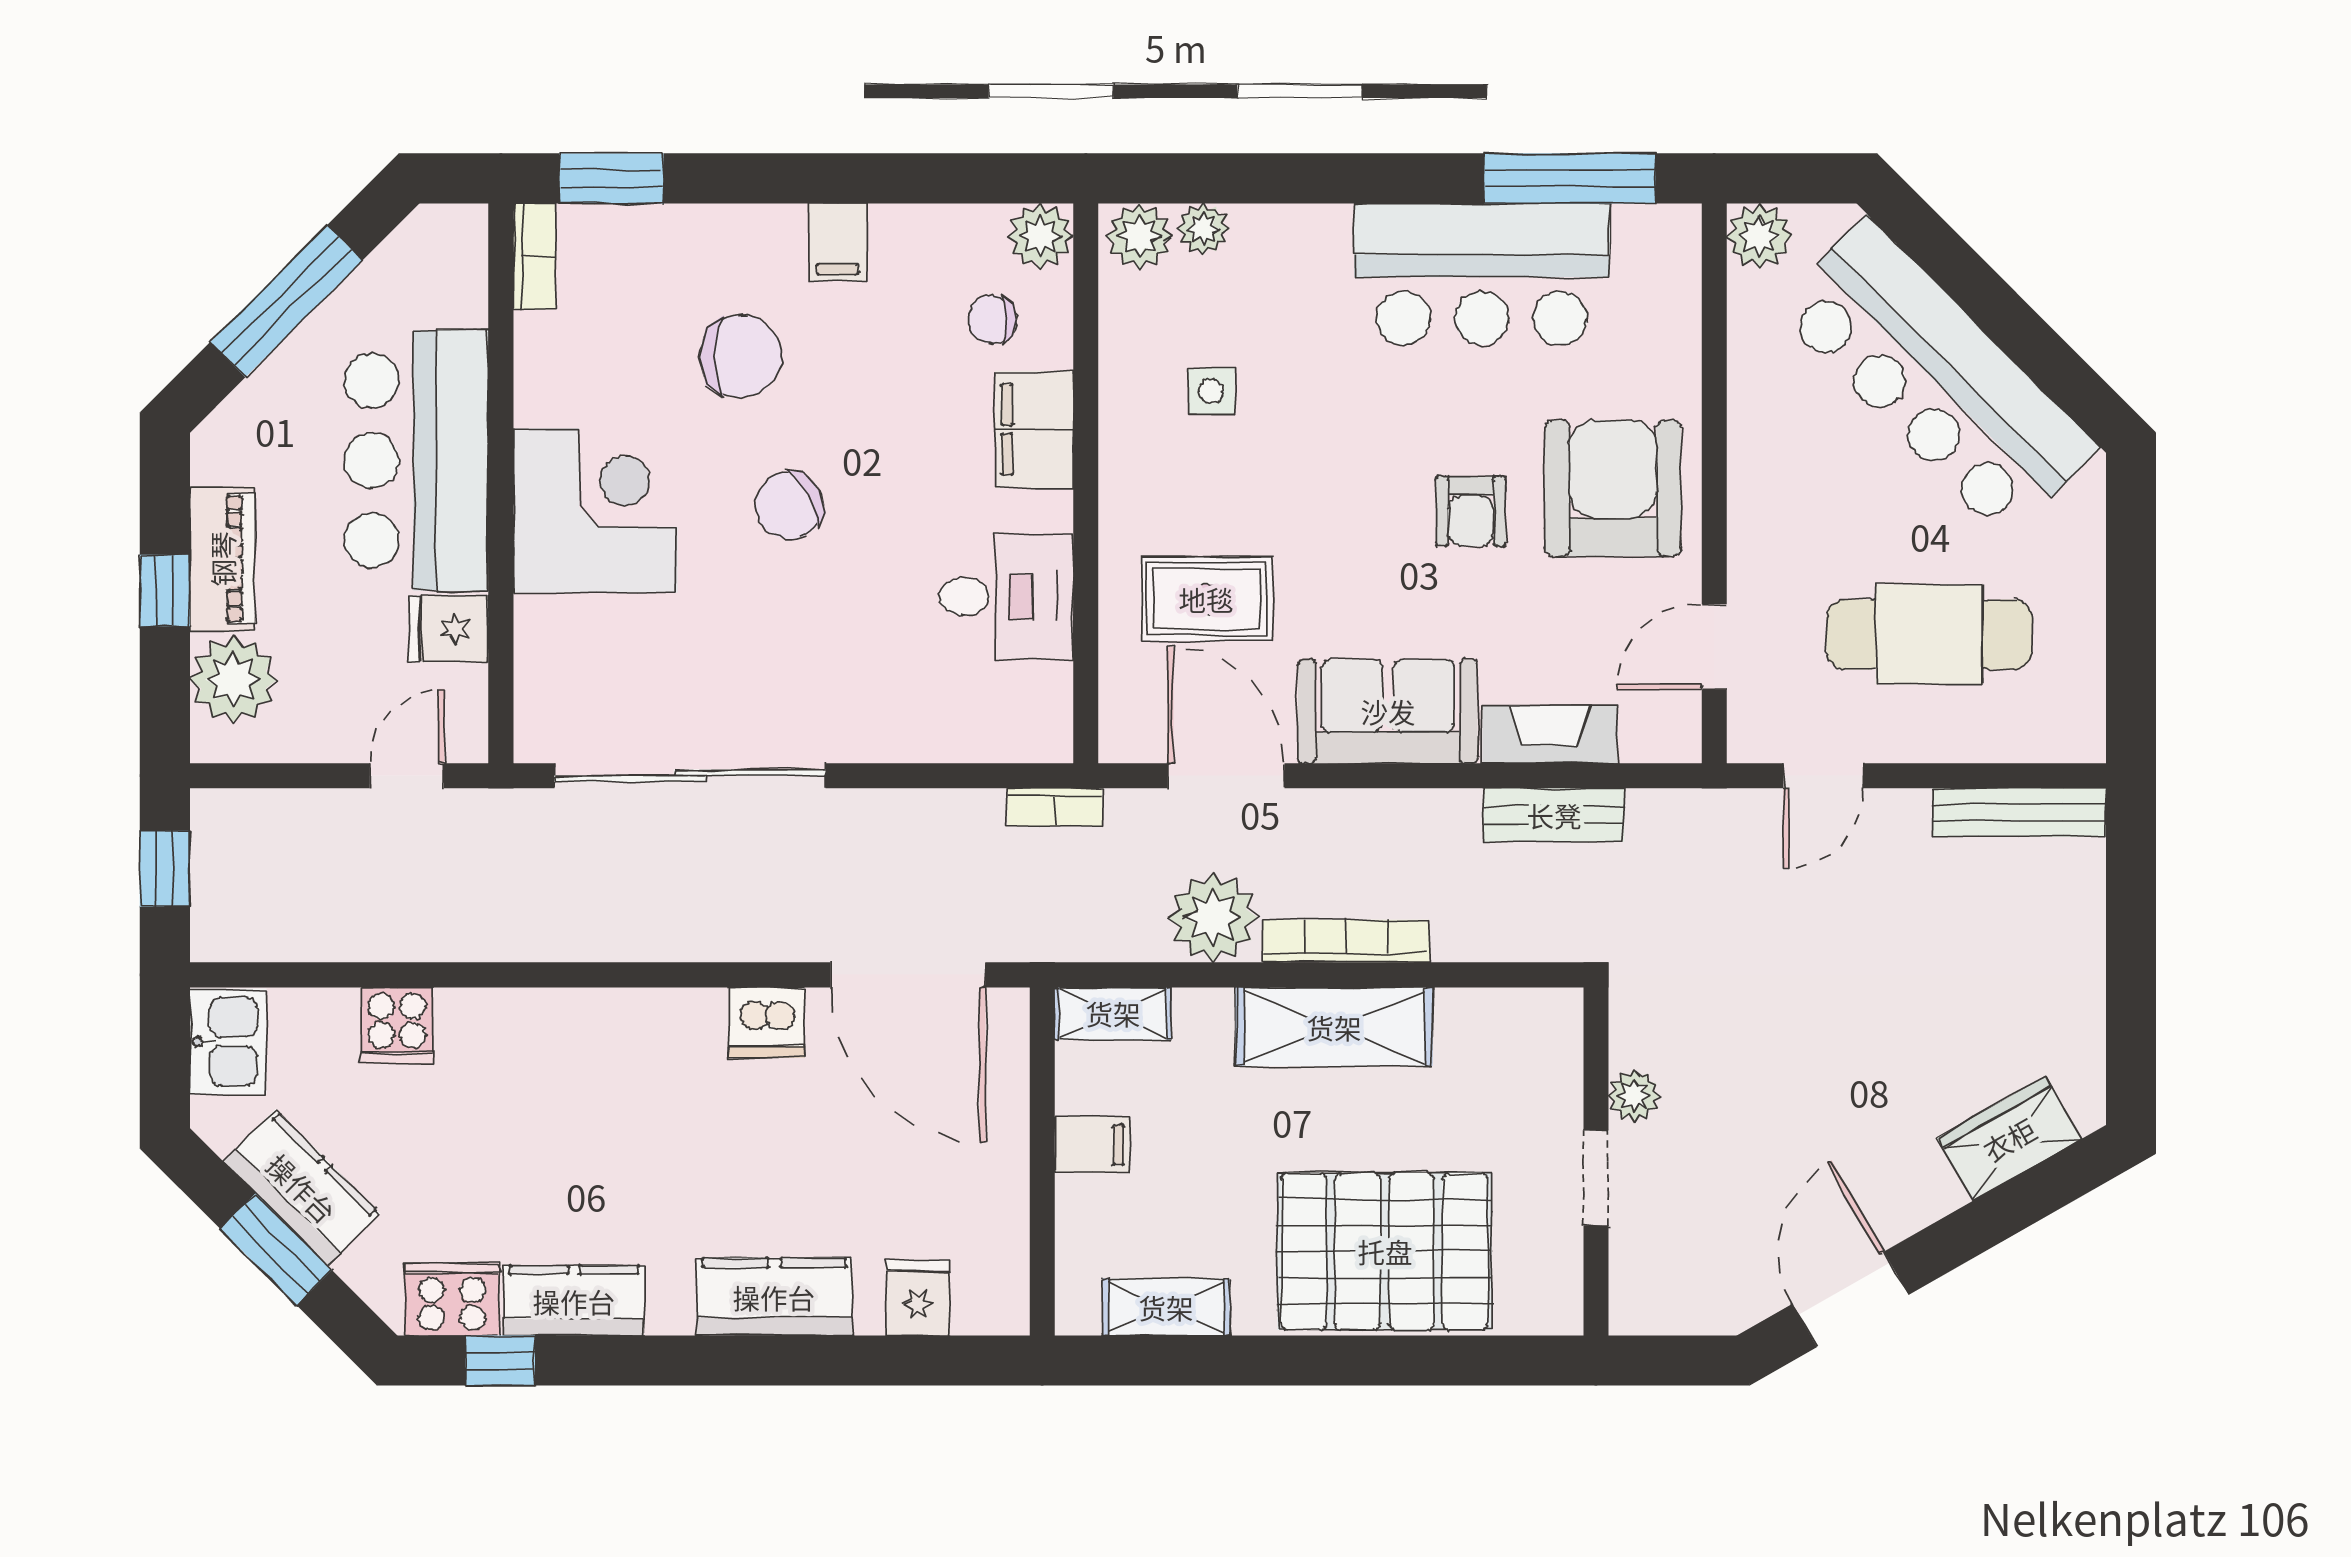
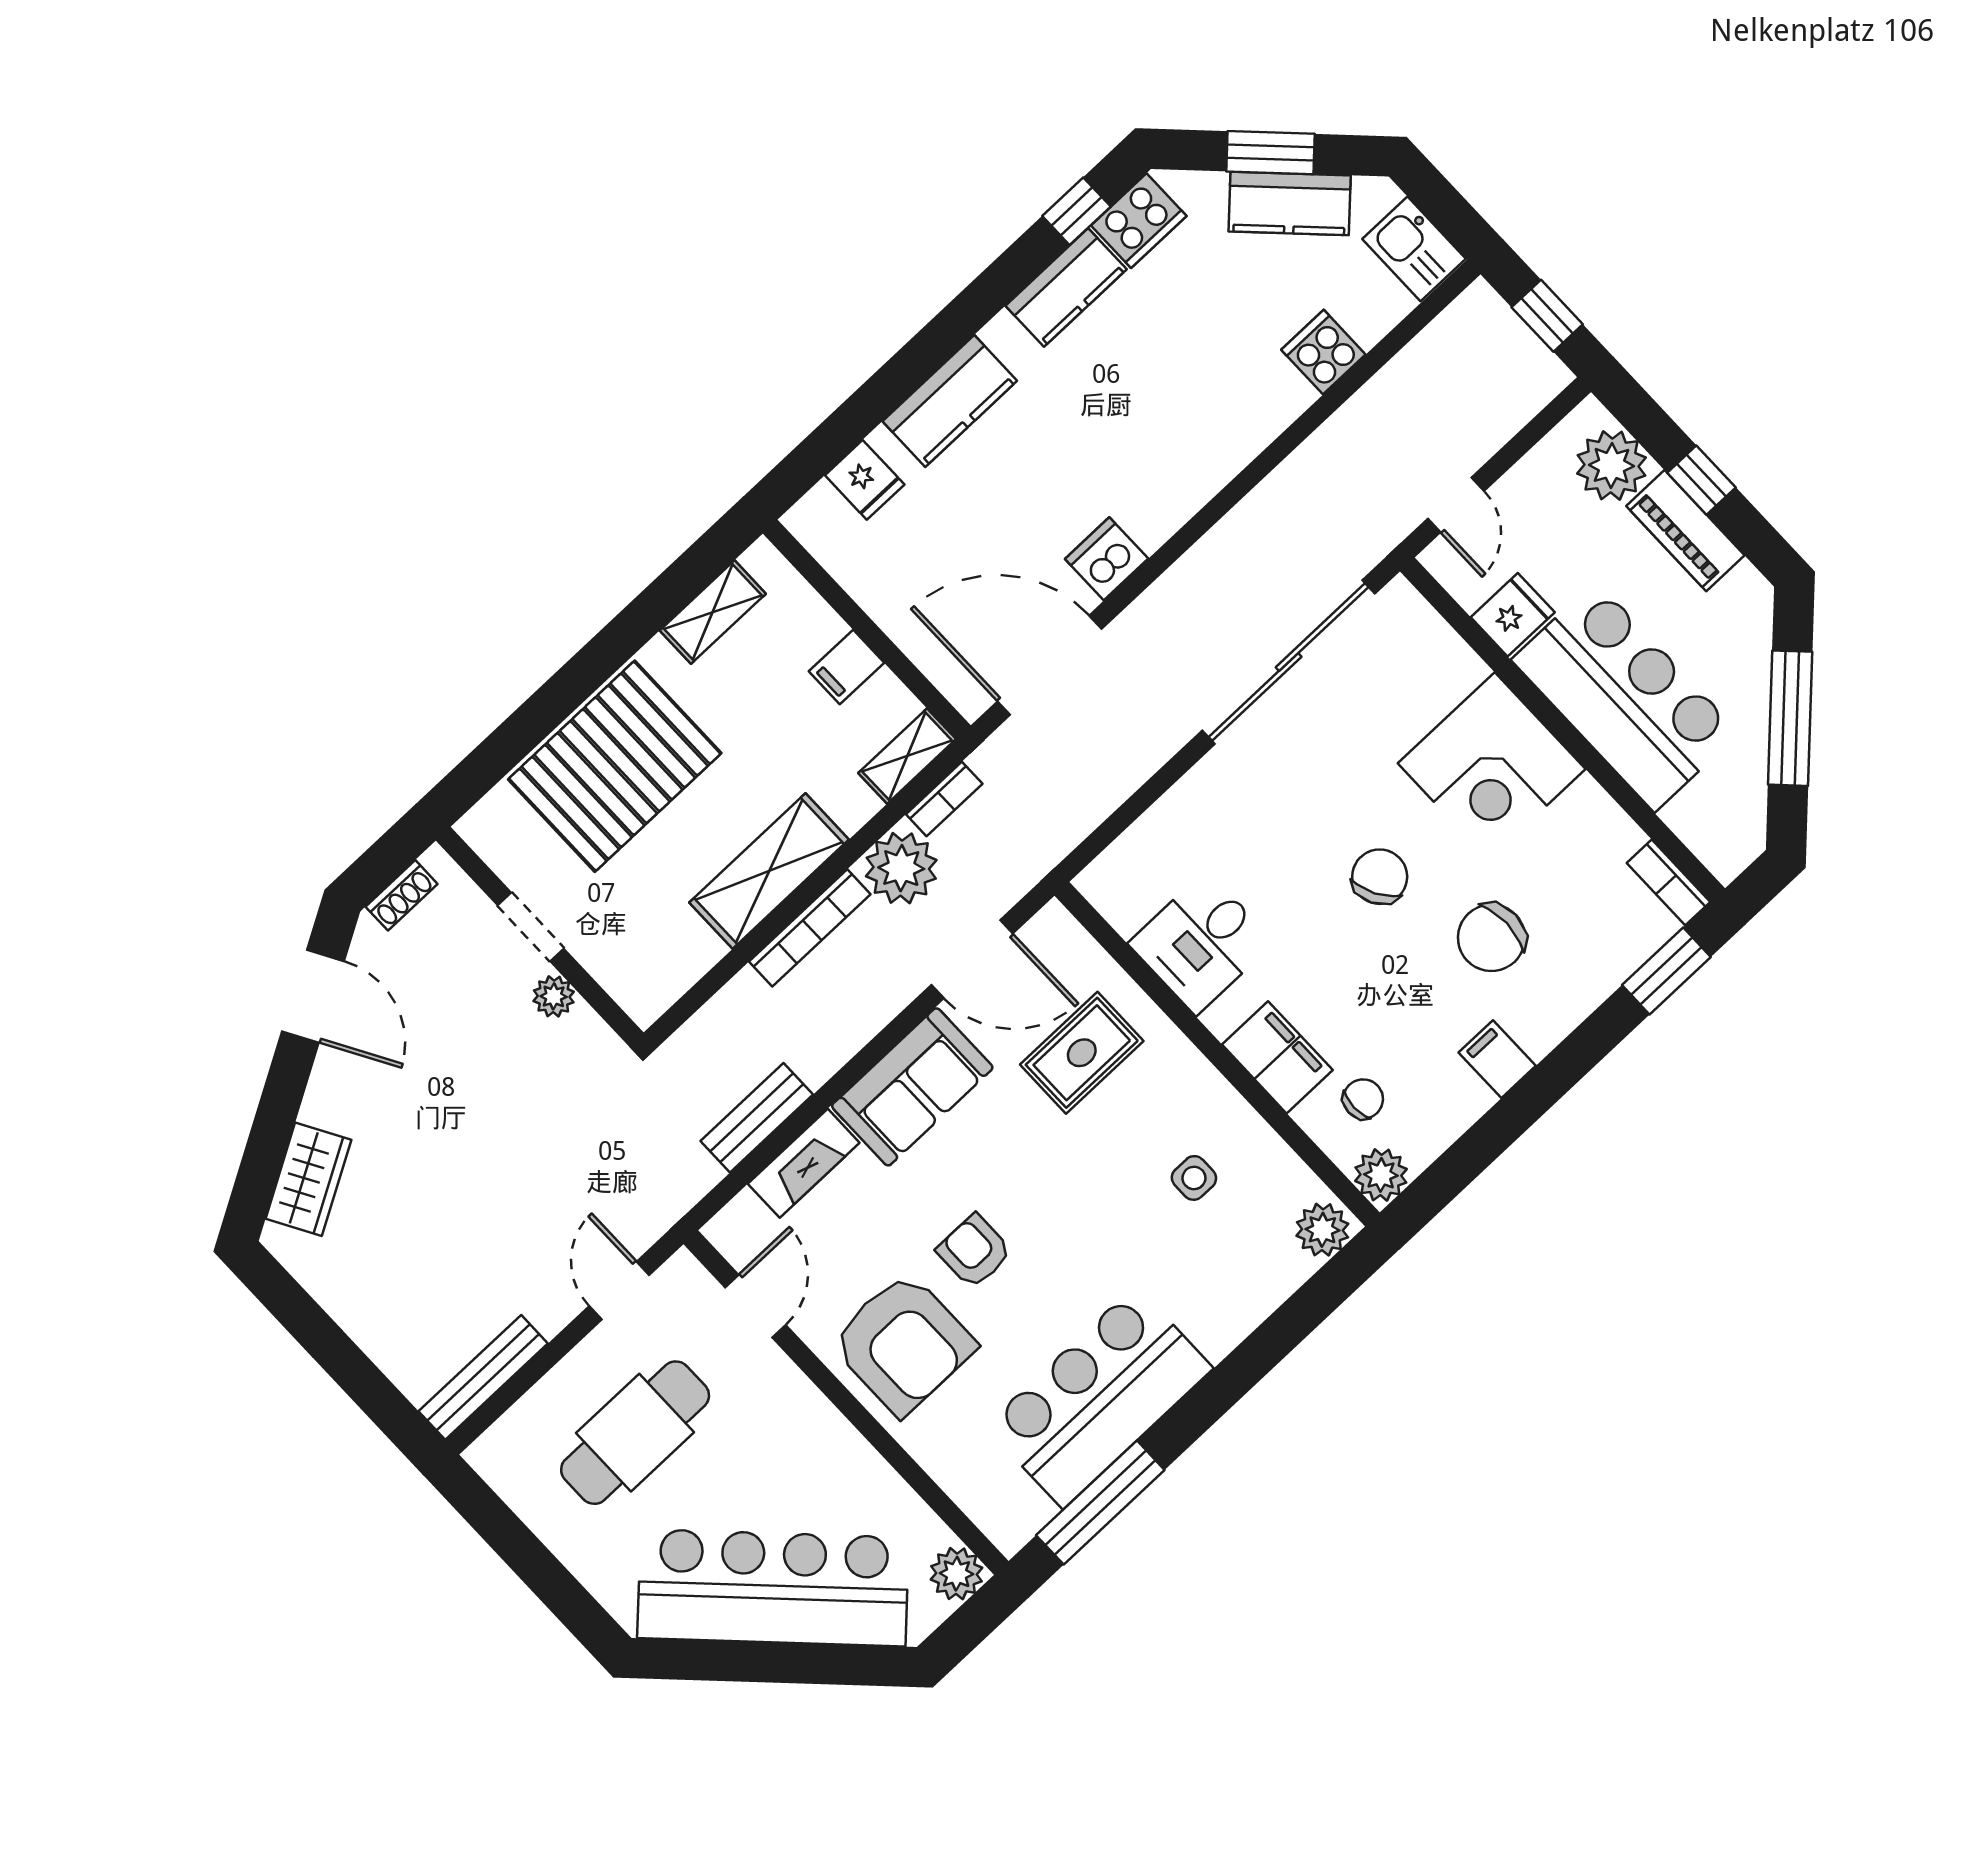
plant: (1203, 229) -> (1289, 1269), removed
bookcase: (1055, 807) -> (944, 799), moved, turned 180
shoe rack: (1685, 1315) -> (402, 895), added

